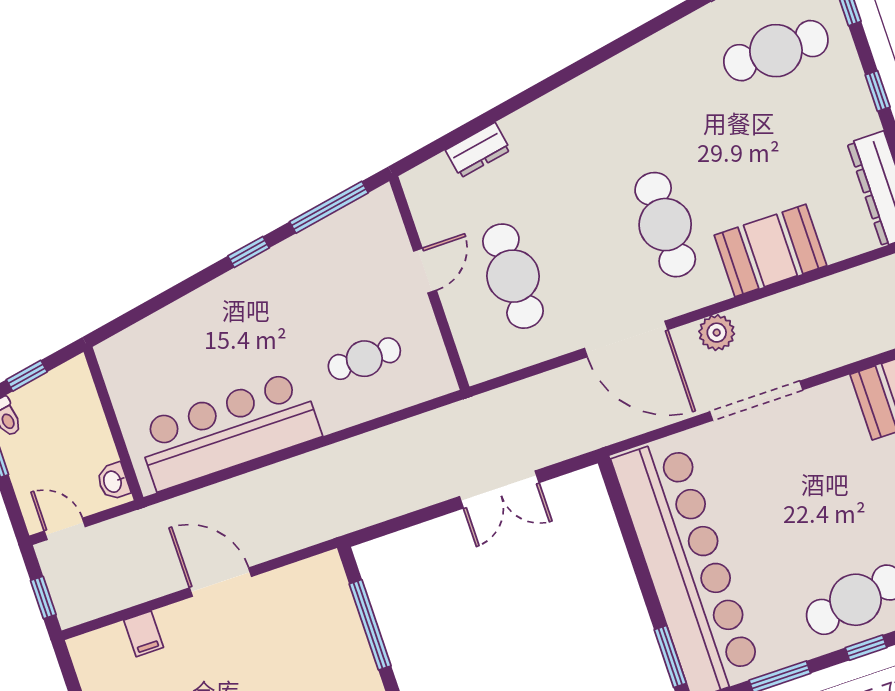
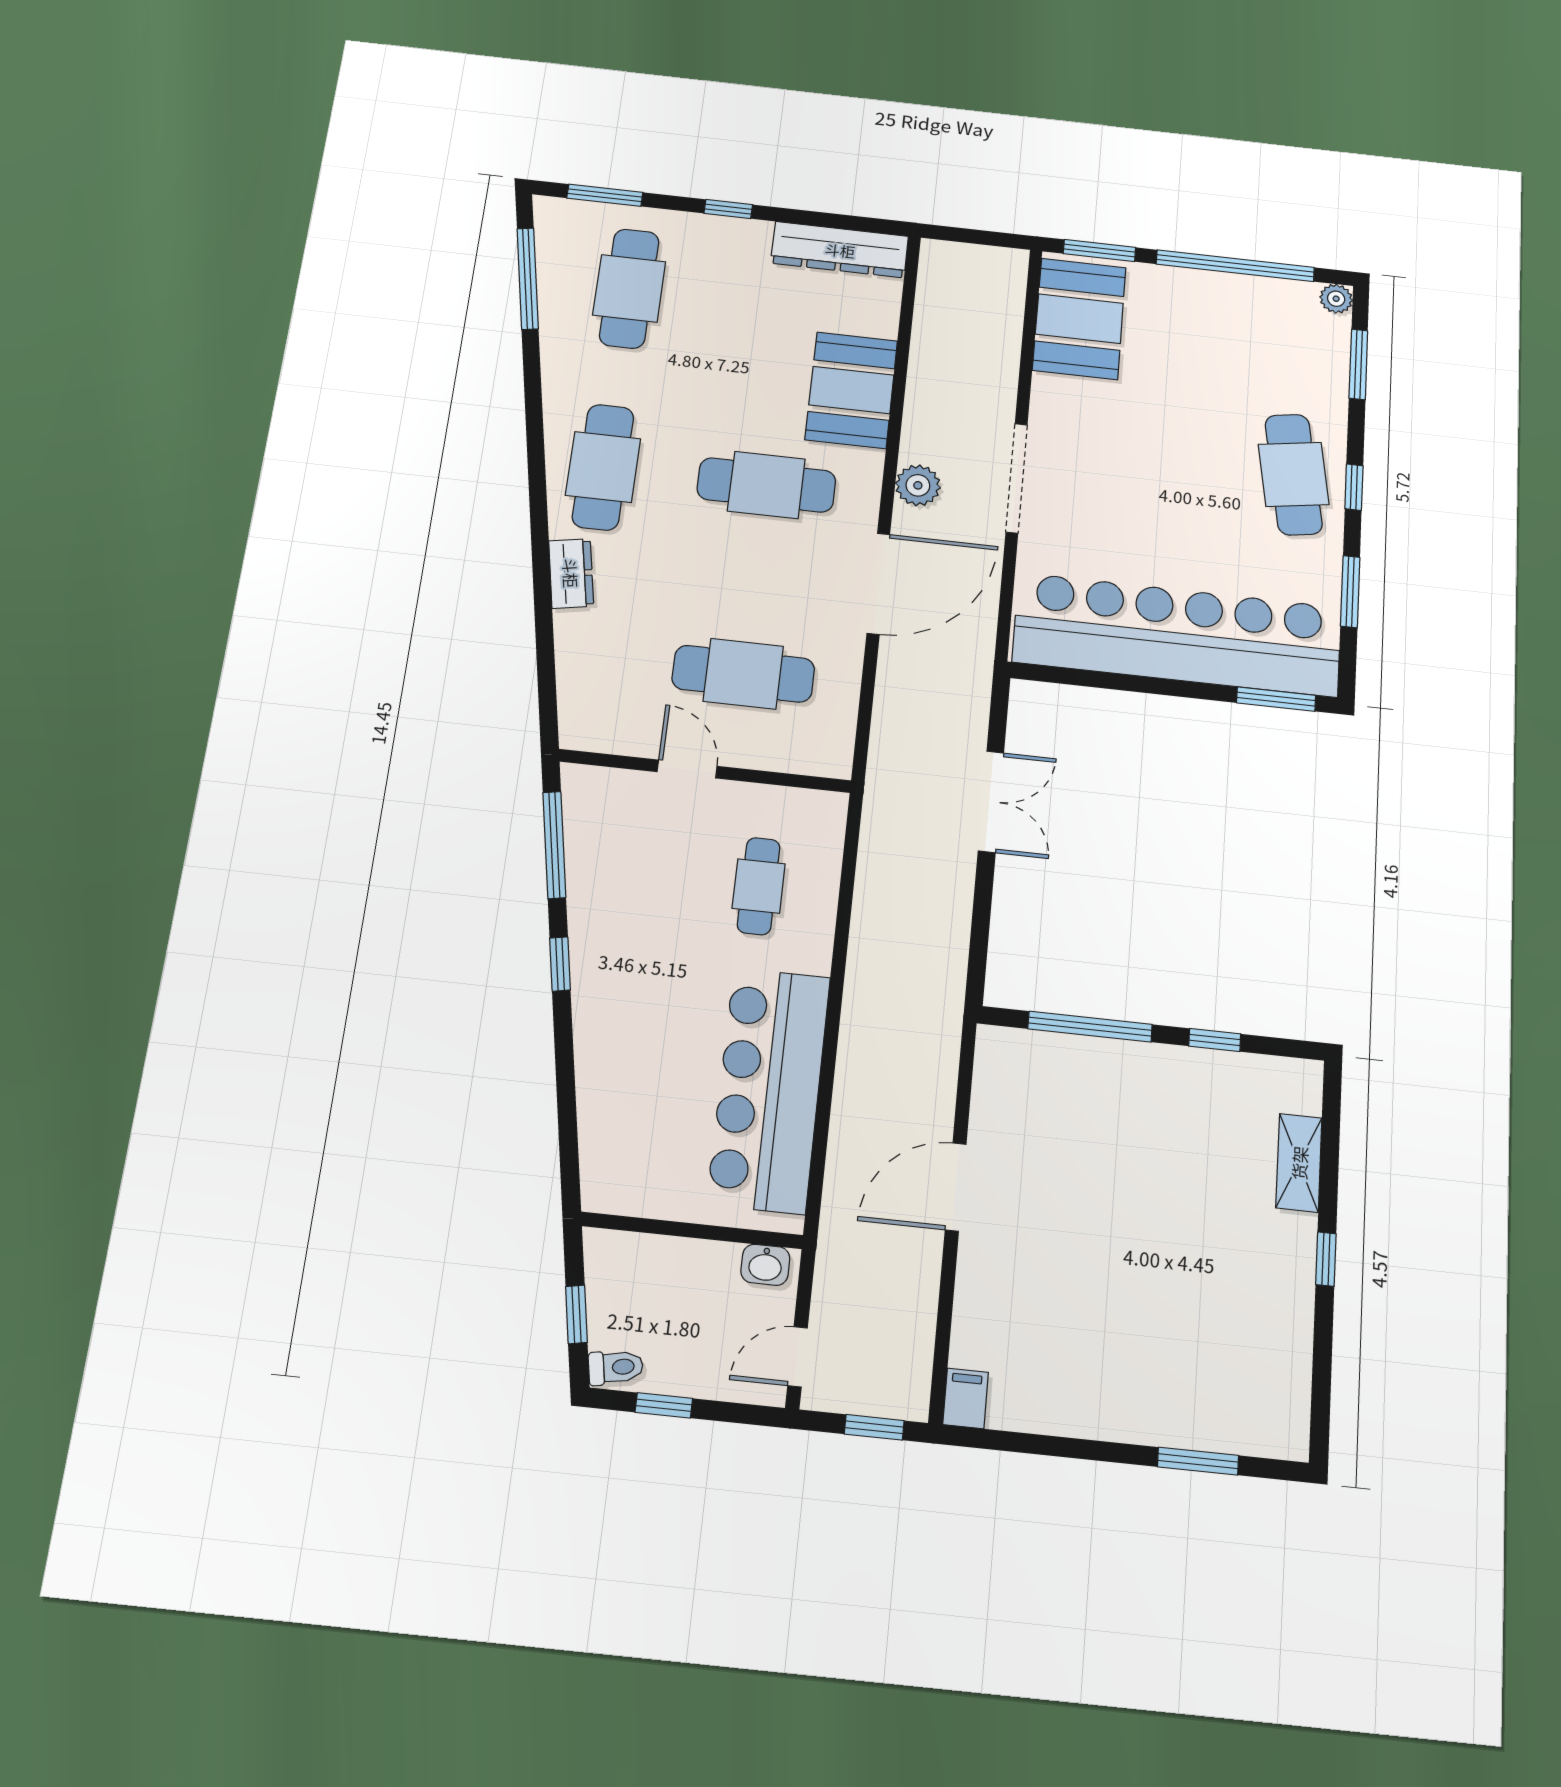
cafe table: (624, 102) -> (603, 467), added
dresser: (478, 150) -> (571, 573), moved
filing cabinet: (144, 634) -> (966, 1398), moved, turned -90

